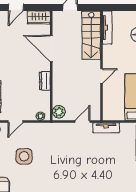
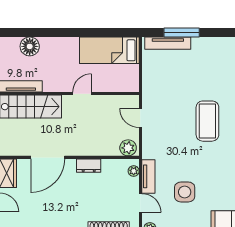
door: (101, 76) -> (82, 94), hinge flipped
tv unit: (106, 128) -> (148, 176), moved
coffee table: (80, 174) -> (207, 121), added

